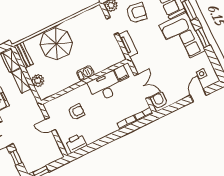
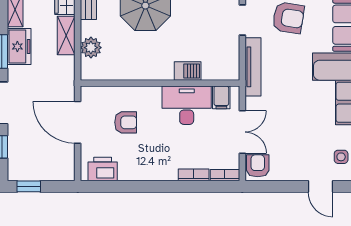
tv unit: (128, 44) -> (253, 67), width x1.41
barbecue: (85, 73) -> (188, 71), moved
door: (198, 95) -> (320, 186), swing flipped
door: (50, 124) -> (78, 122), width x1.87

